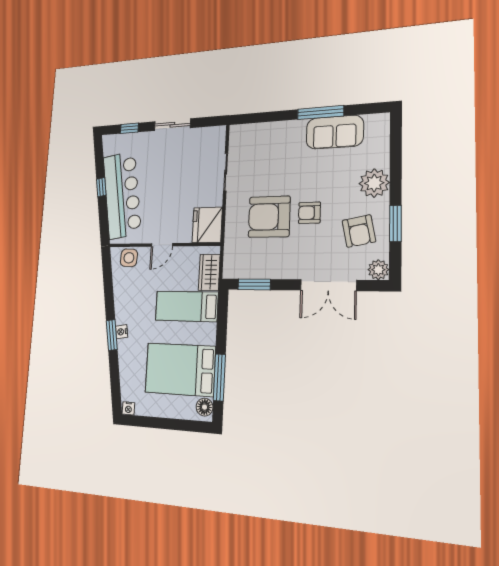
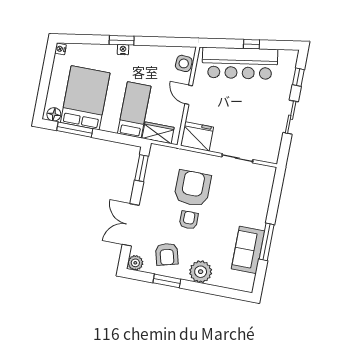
armchair: (359, 231) -> (167, 254), turned -94

